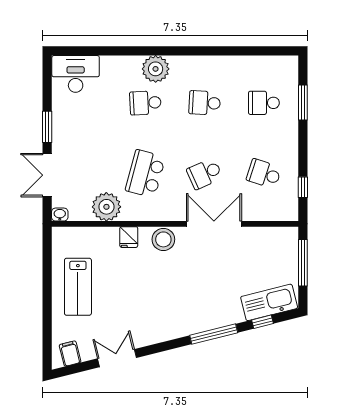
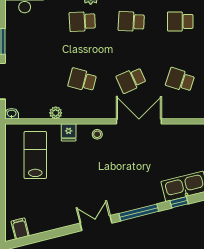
school desk: (145, 174) -> (82, 80), width x0.54
plant: (106, 207) -> (56, 113), width x0.53, depth x0.53
stool: (163, 239) -> (97, 134), width x0.53, depth x0.53
lab bench: (78, 287) -> (35, 155), moved, turned 180
double door: (117, 358) -> (96, 223), moved

